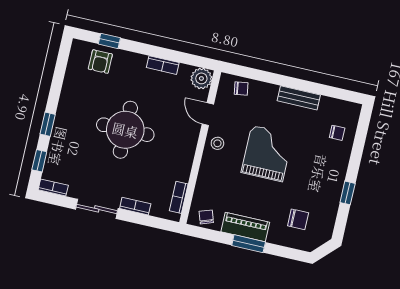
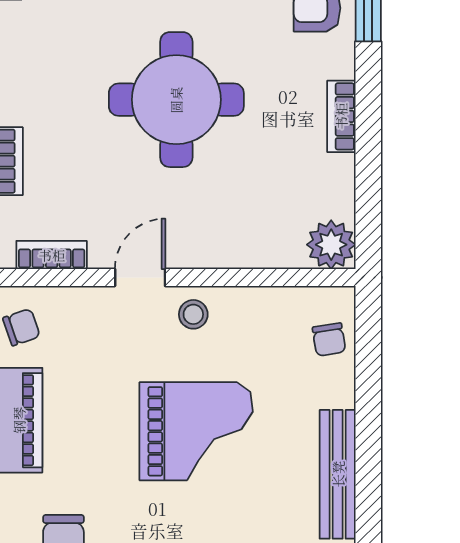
bookcase: (163, 65) -> (341, 116), moved
bench: (299, 98) -> (338, 474), width x1.36
door: (208, 114) -> (140, 277), moved

